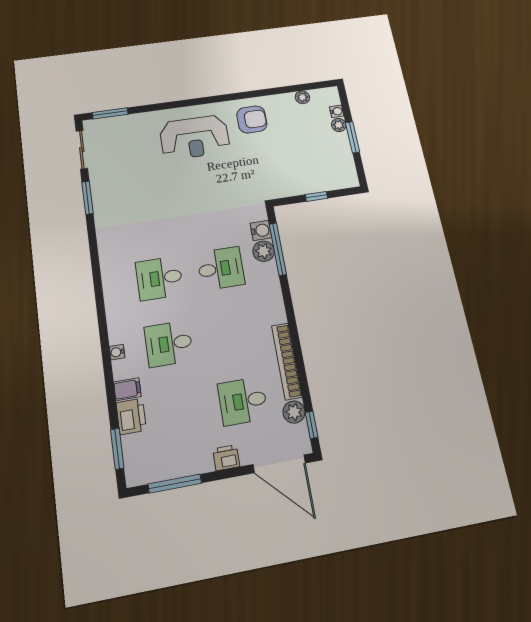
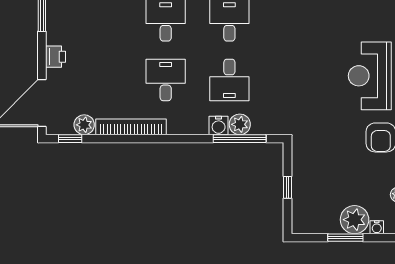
plant: (339, 125) -> (355, 220), width x1.88, depth x1.88
water cooler: (261, 230) -> (219, 126), moved
desk: (243, 401) -> (166, 80), moved

